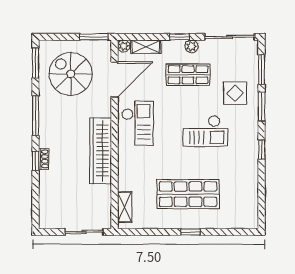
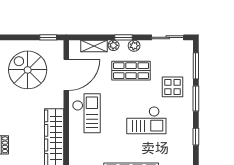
window: (94, 37) -> (48, 37), width x0.67
sliding door: (230, 37) -> (168, 37), width x0.73
plant: (124, 46) -> (114, 45), moved

